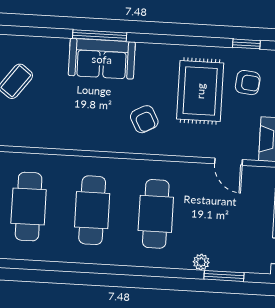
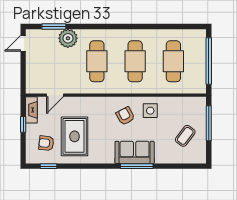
armchair: (144, 119) -> (125, 116), moved
side table: (72, 127) -> (150, 111), added
door: (229, 162) -> (55, 95), swing flipped
plant: (201, 262) -> (68, 38), width x1.87, depth x1.87

